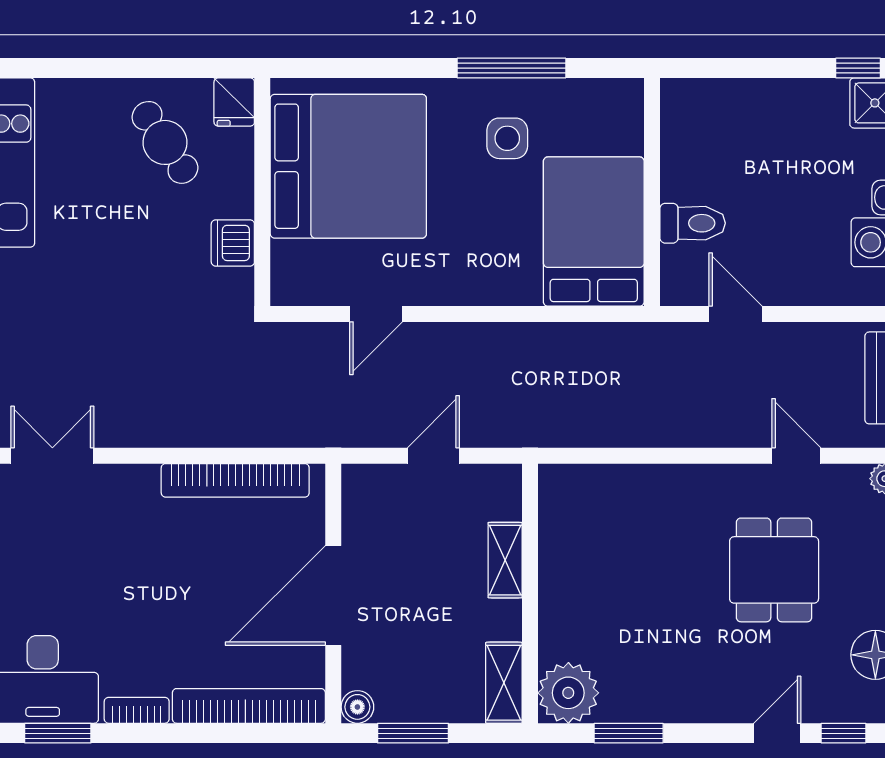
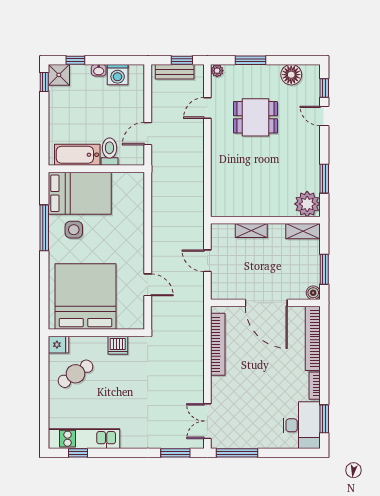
bathtub: (685, 146) -> (77, 155), added
bed: (594, 232) -> (80, 193), moved, turned 180

